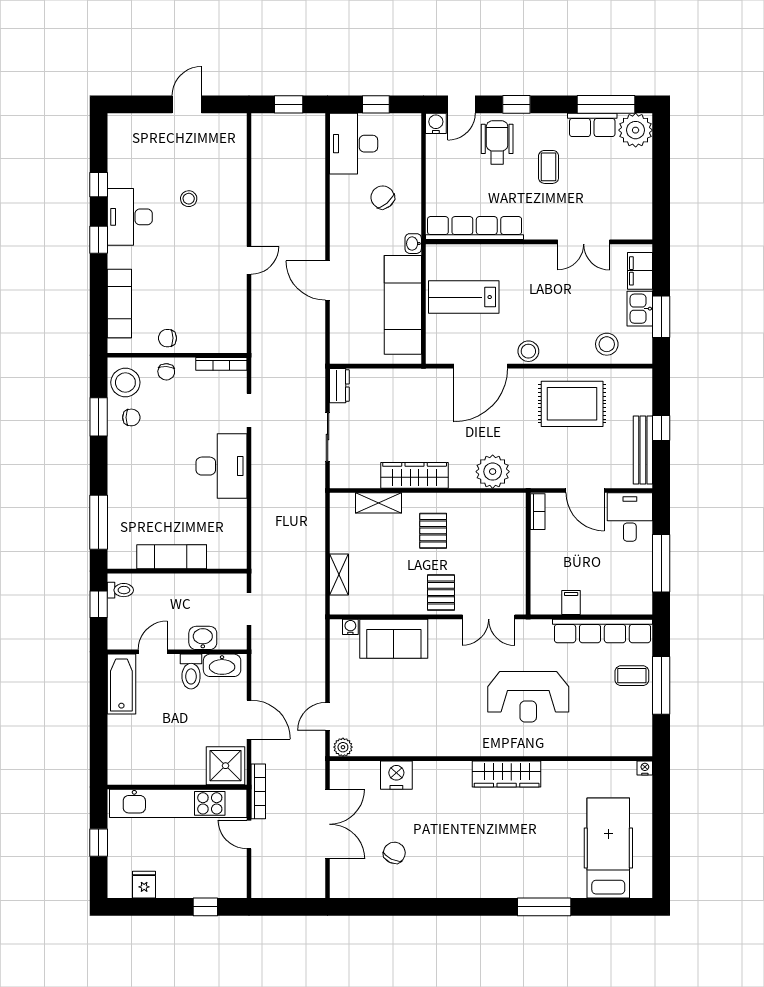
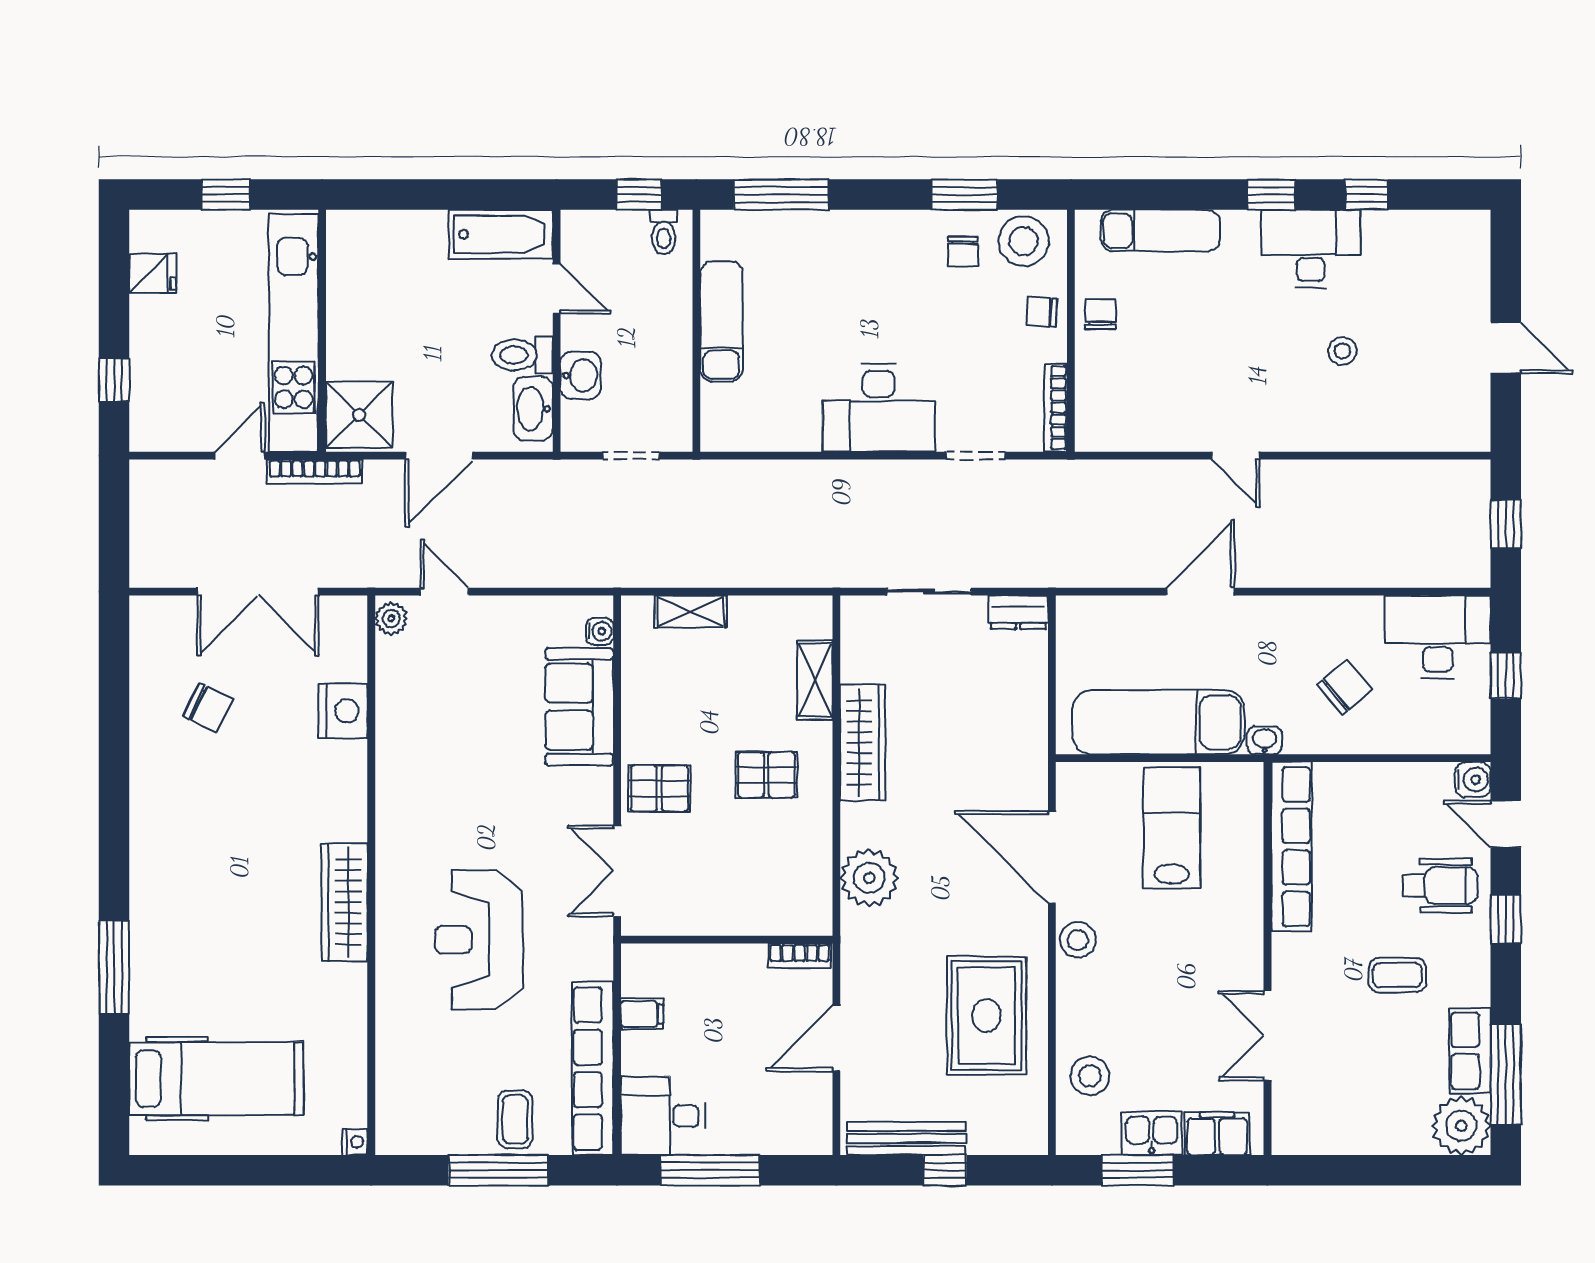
desk: (630, 517) -> (663, 1116), moved, turned 180

